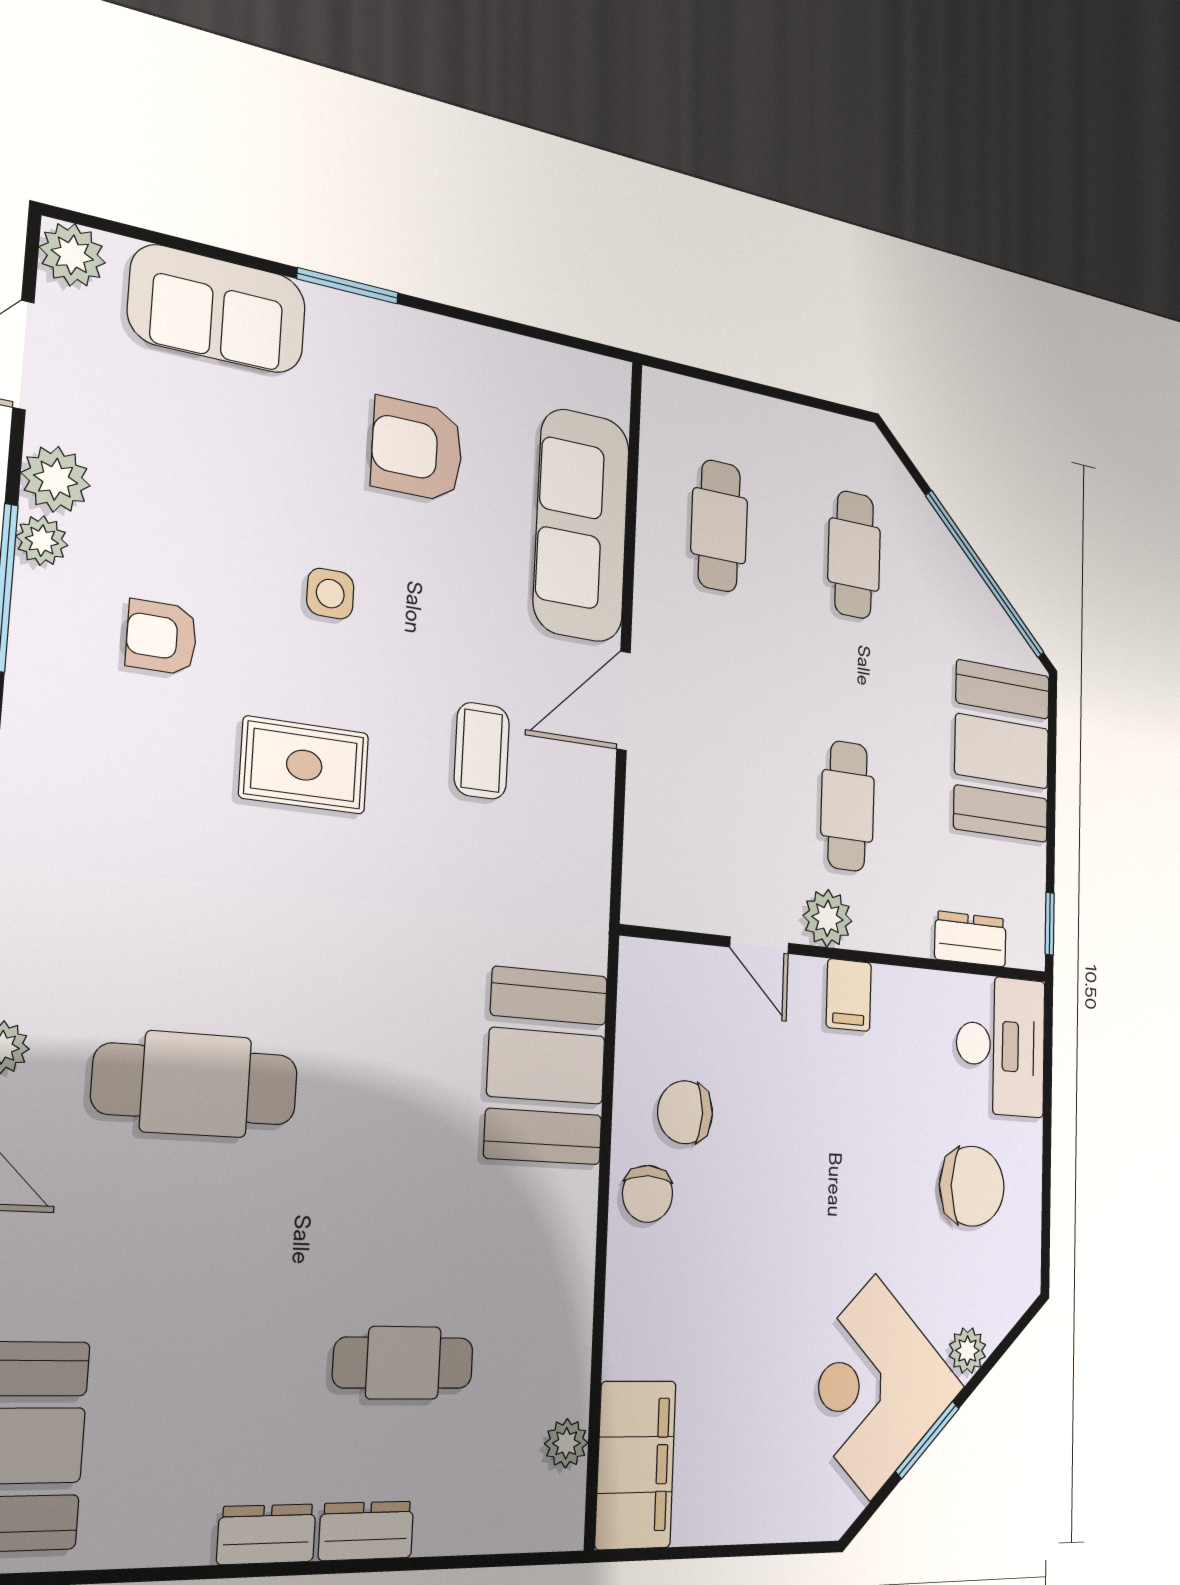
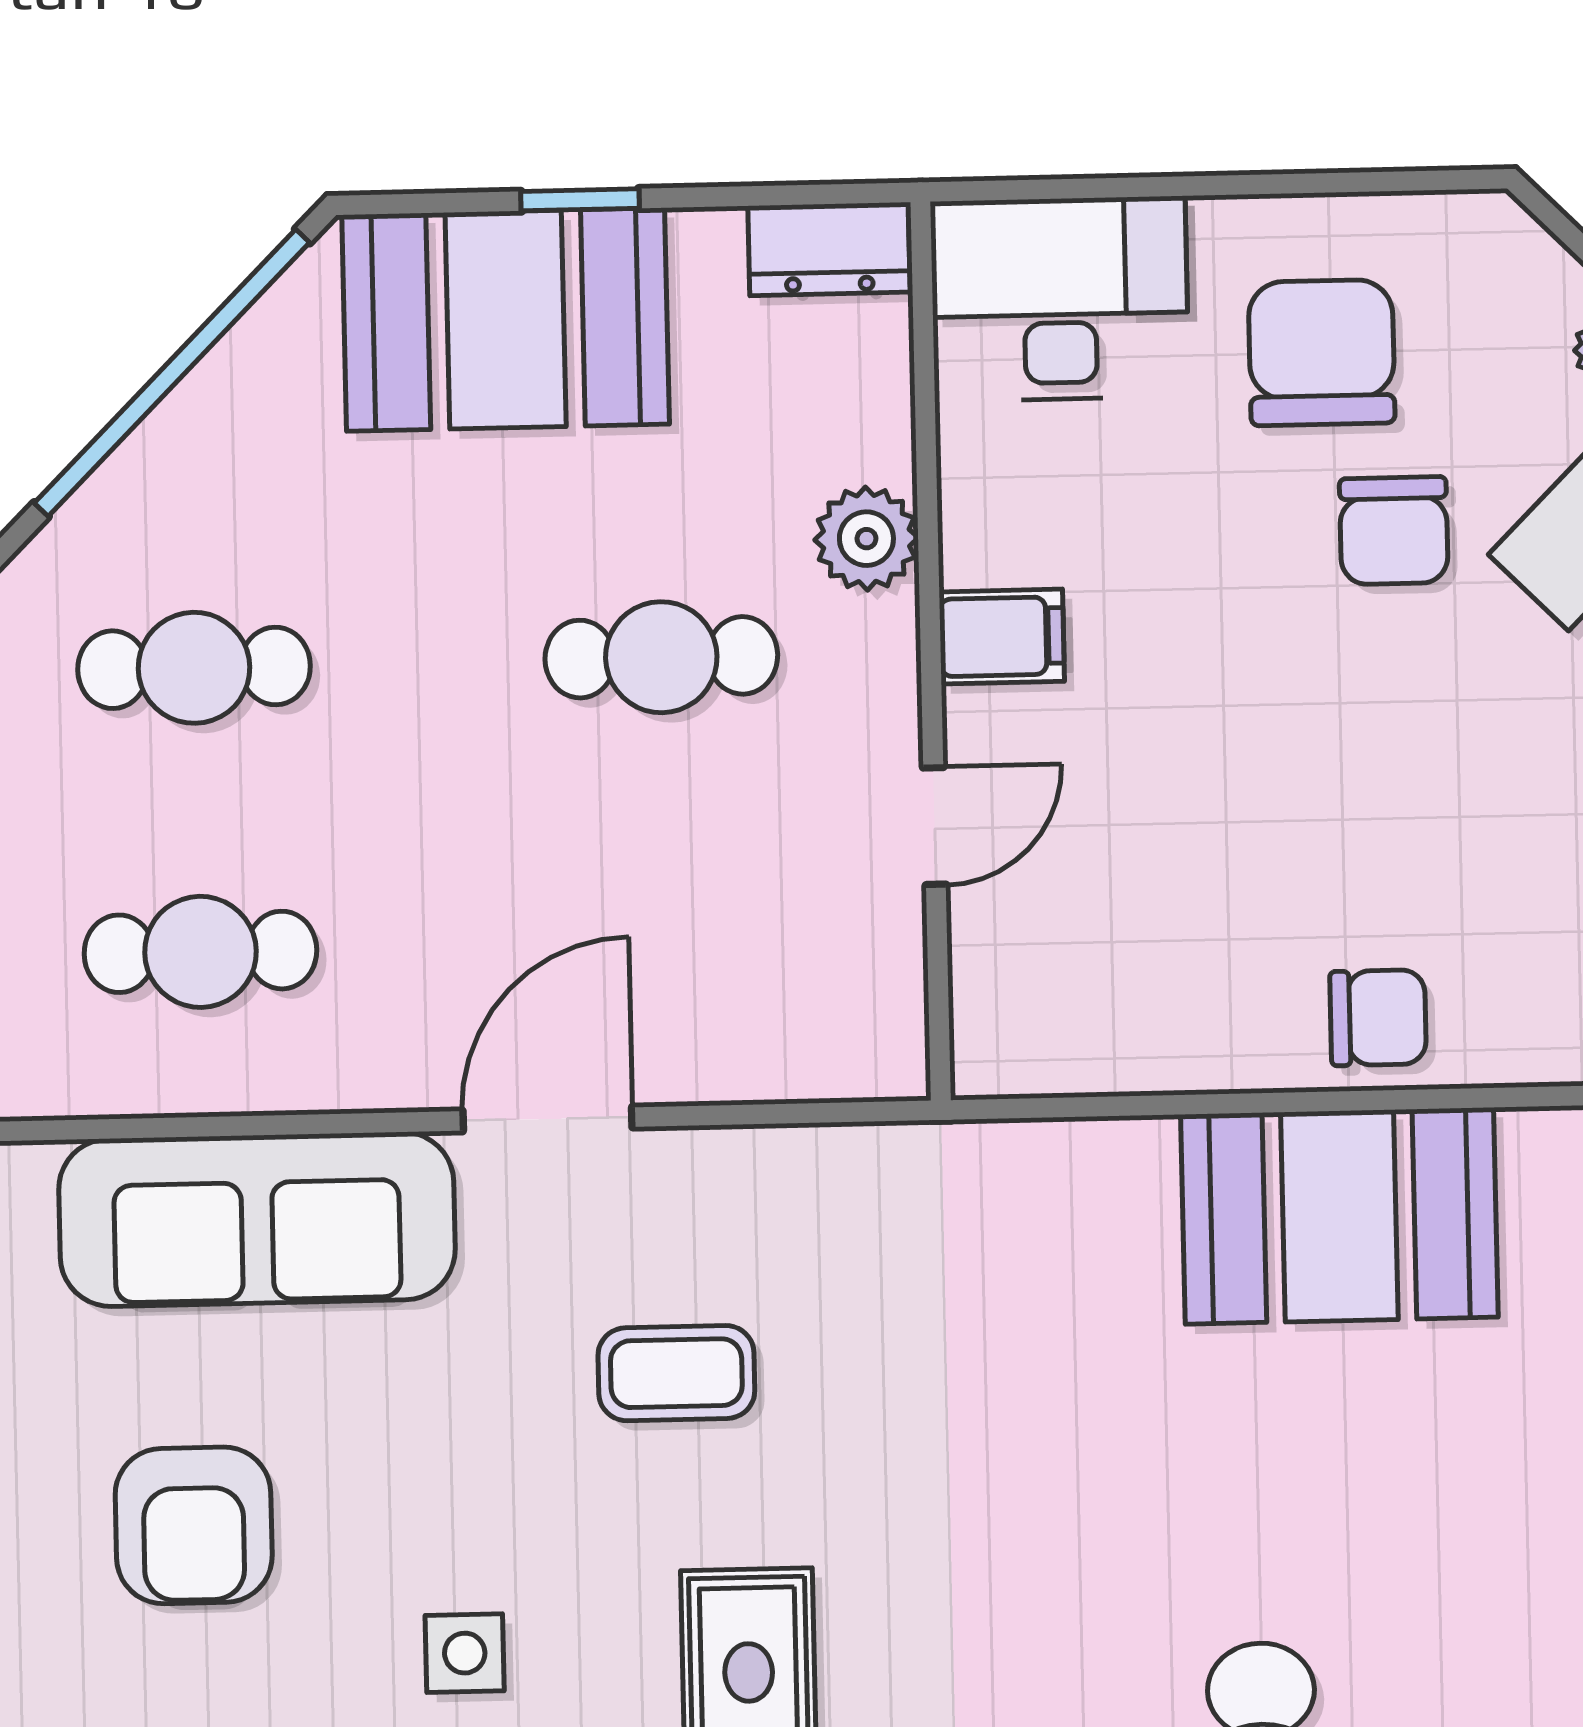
door: (624, 701) -> (548, 1119), swing flipped
plant: (828, 918) -> (866, 539), moved
window: (1050, 924) -> (580, 200), moved
dresser: (971, 939) -> (829, 249), moved, turned -90
booth: (546, 1066) -> (1339, 1216), moved
chair: (685, 1112) -> (1394, 531), moved

